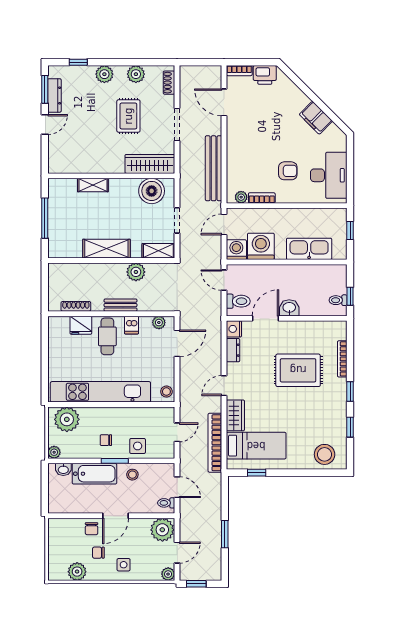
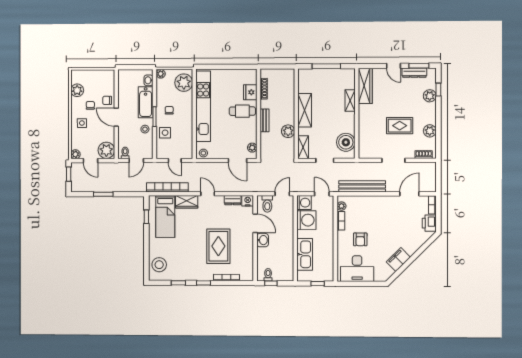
plant: (104, 74) -> (430, 96), moved
wardrobe: (150, 164) -> (365, 86), moved
dishwasher: (132, 325) -> (250, 128), removed

